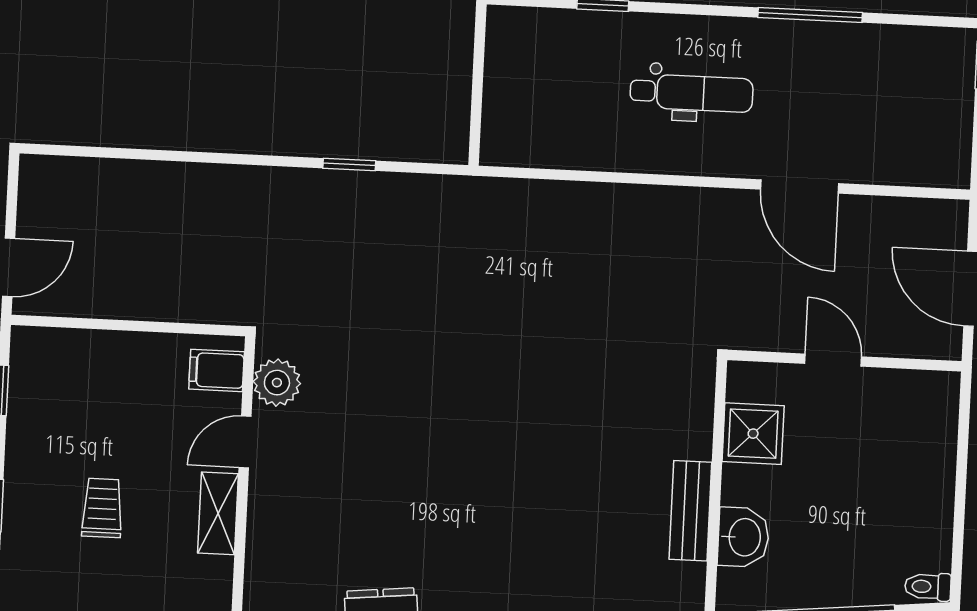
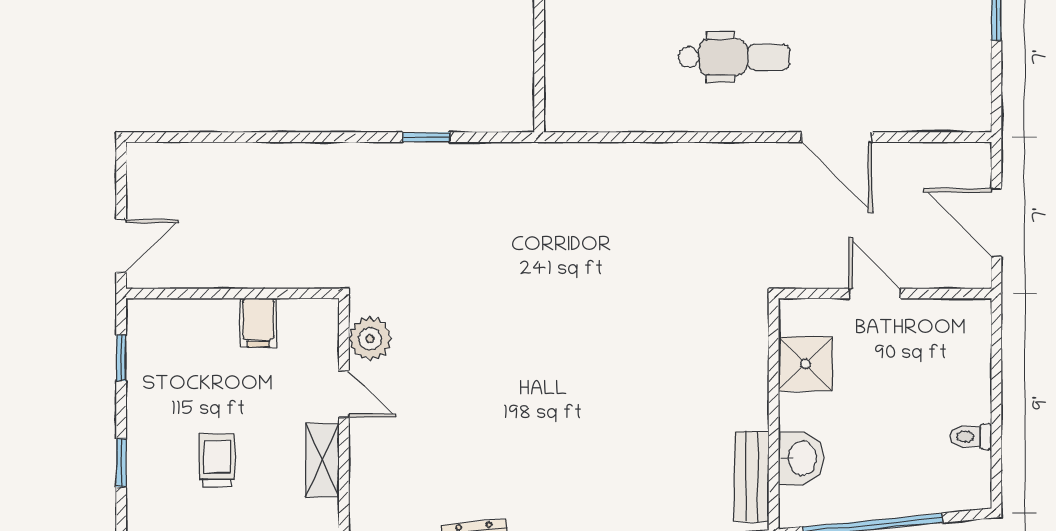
filing cabinet: (217, 370) -> (258, 323), moved, turned -90
door: (245, 442) -> (344, 394), swing flipped
bench: (690, 511) -> (752, 476), moved
toilet: (928, 587) -> (971, 437), moved

